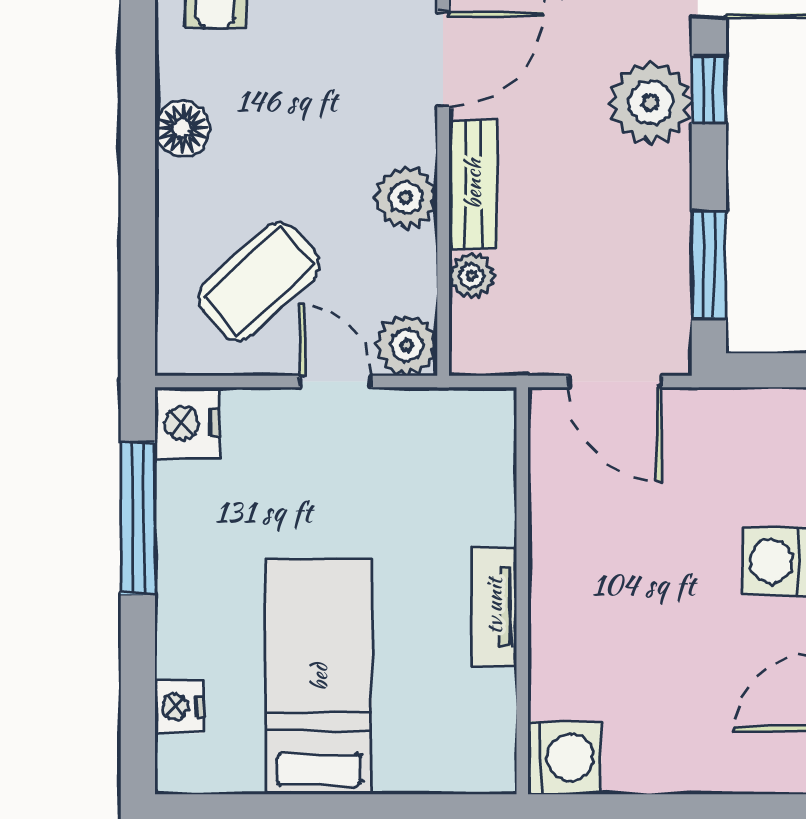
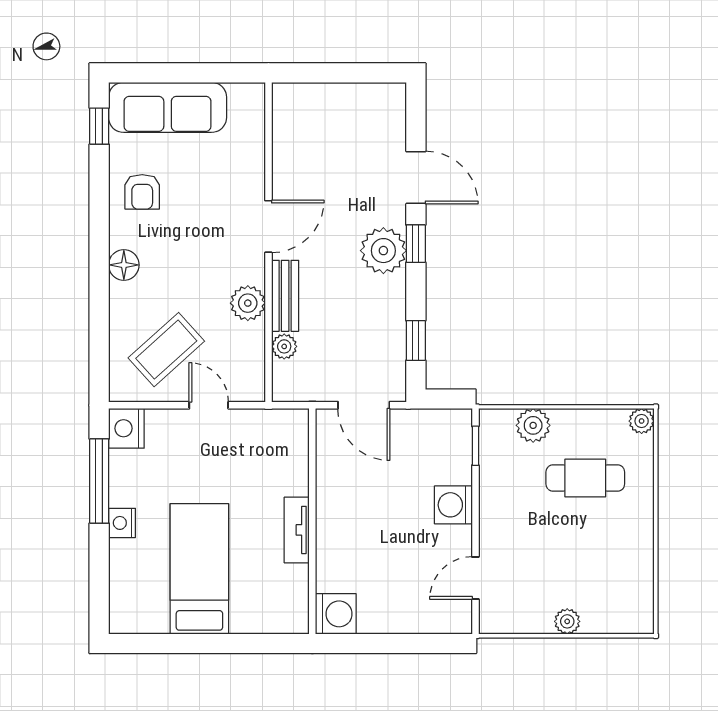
window: (709, 265) -> (416, 341), width x0.67
plant: (407, 345) -> (248, 385), removed
nightstand: (179, 707) -> (122, 523), moved

